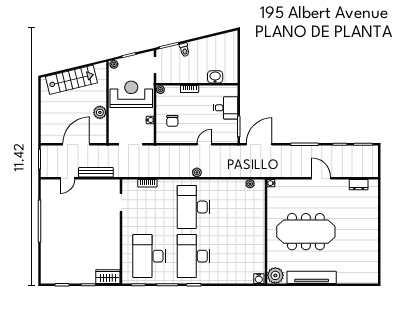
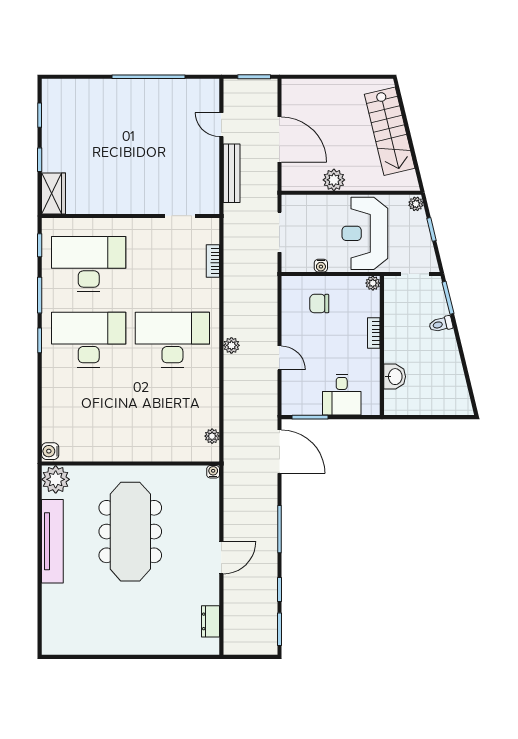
reception desk: (131, 94) -> (365, 233), turned 180

